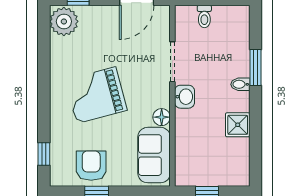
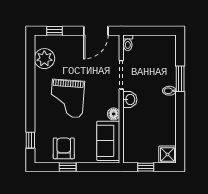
toilet: (204, 17) -> (128, 43), moved
plant: (64, 21) -> (44, 59), moved
grand piano: (96, 95) -> (67, 98), turned -71
shower: (238, 125) -> (167, 154), moved

